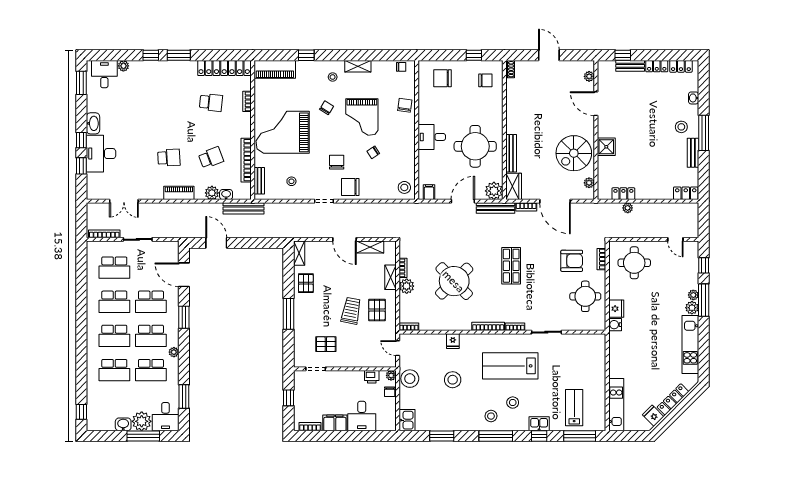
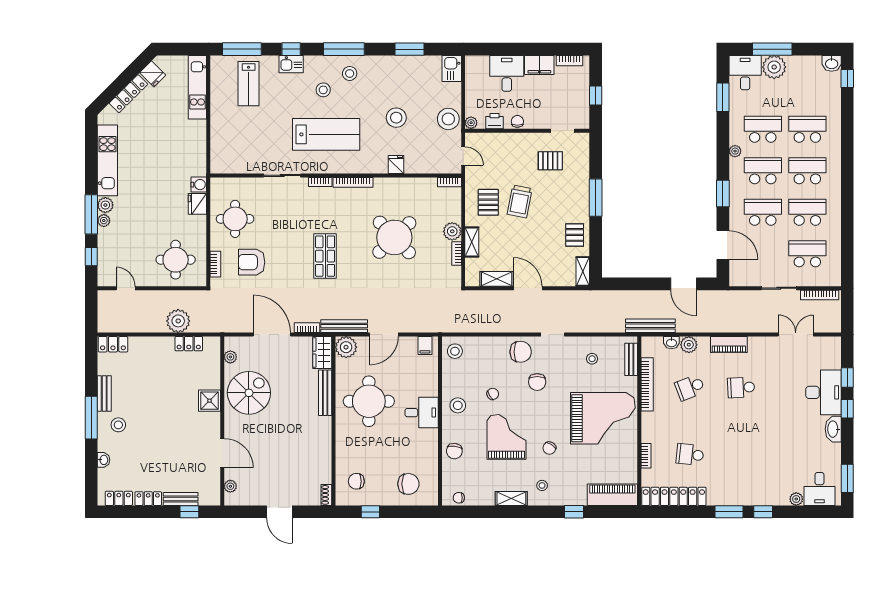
stool: (402, 143) -> (458, 405), added
plant: (628, 208) -> (178, 321), width x1.88, depth x1.88
chair: (390, 392) -> (517, 121), moved
washbasin: (123, 424) -> (832, 63), moved

